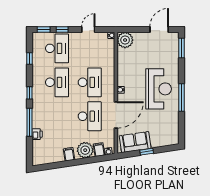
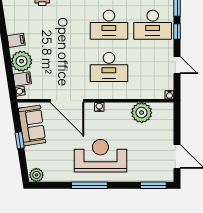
plant: (125, 40) -> (142, 113), moved
reception desk: (159, 89) -> (100, 156), turned 180
desk: (90, 116) -> (65, 67), removed
plant: (174, 139) -> (36, 175), added

